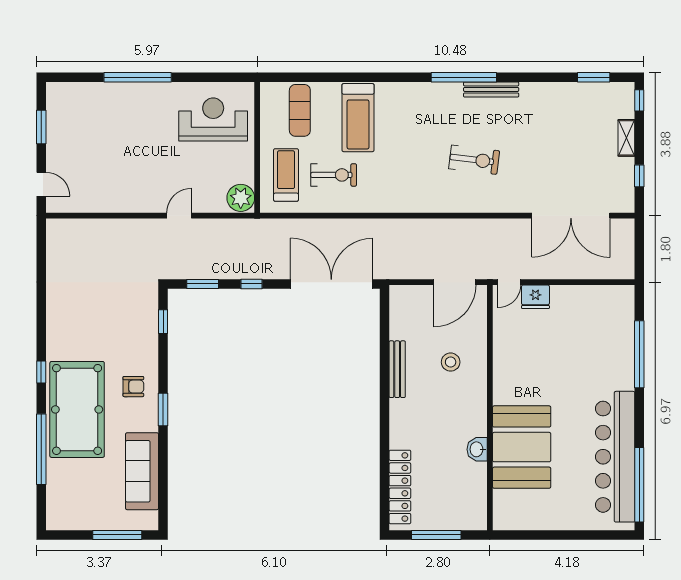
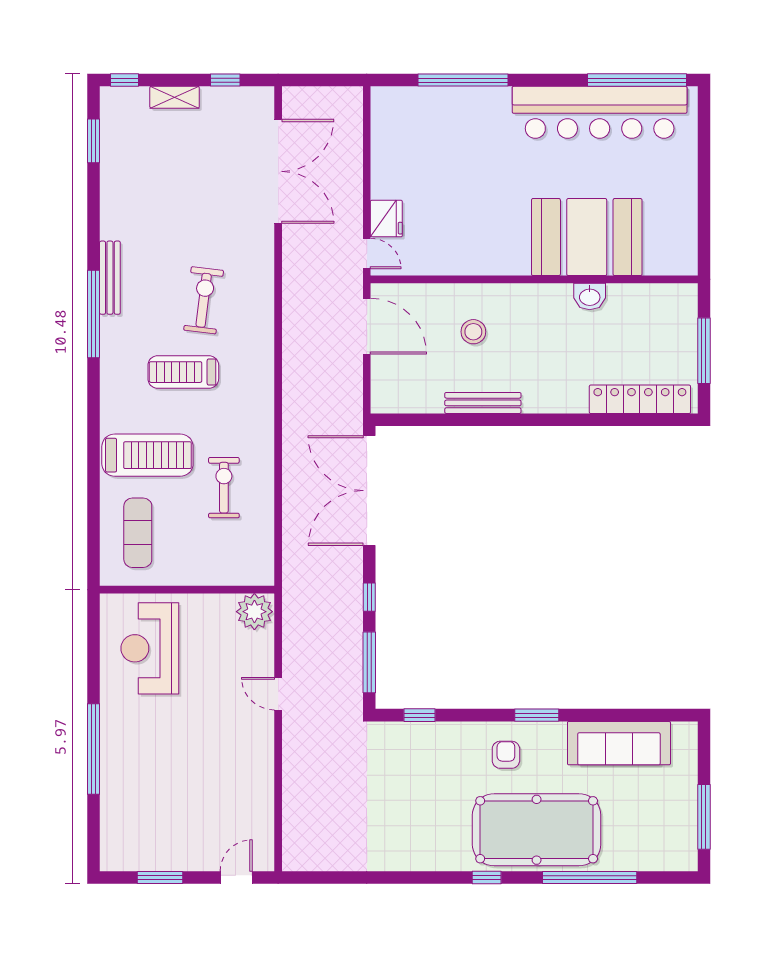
exercise mat: (300, 110) -> (138, 533), turned 90
treadmill: (286, 175) -> (183, 372), moved
window: (203, 284) -> (369, 662), width x1.44
window: (117, 535) -> (704, 817), moved

